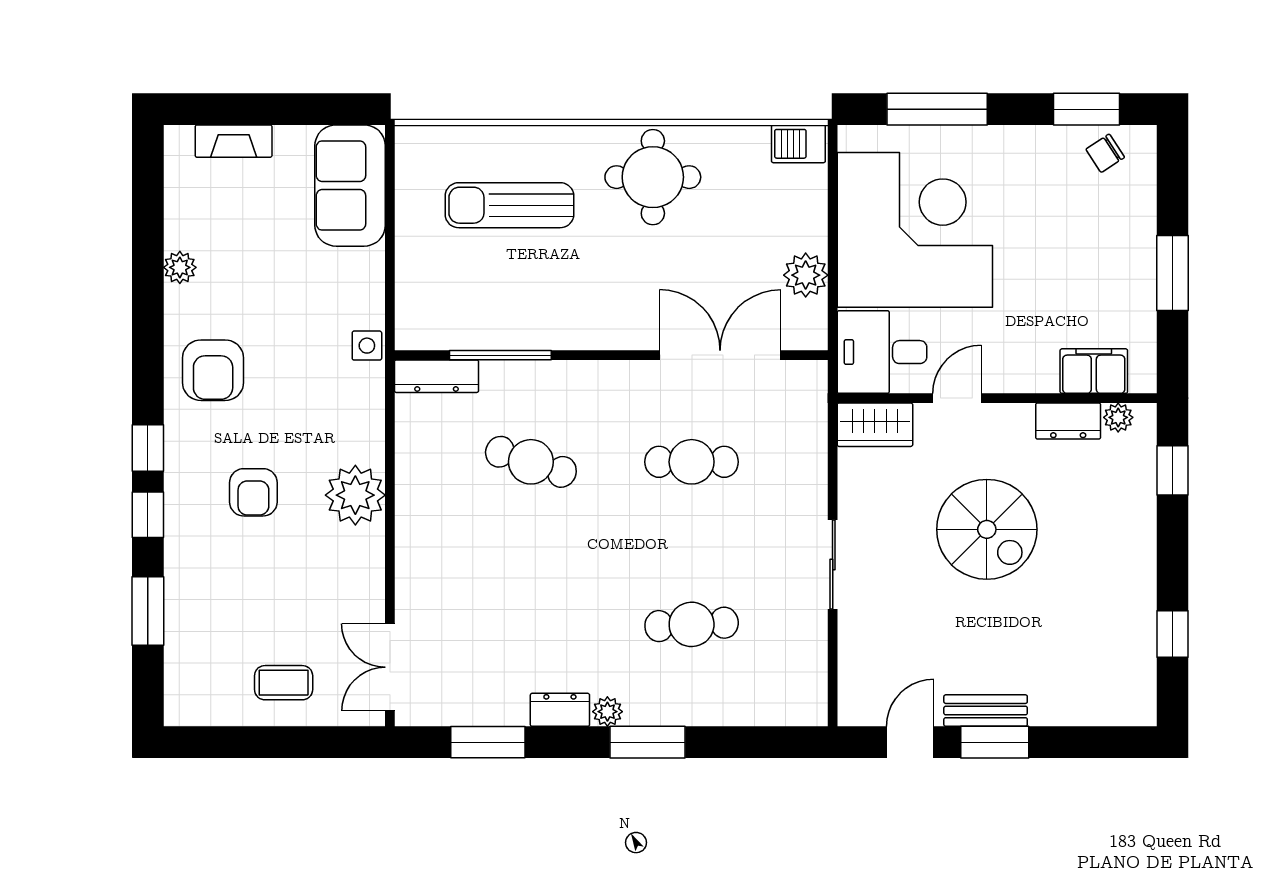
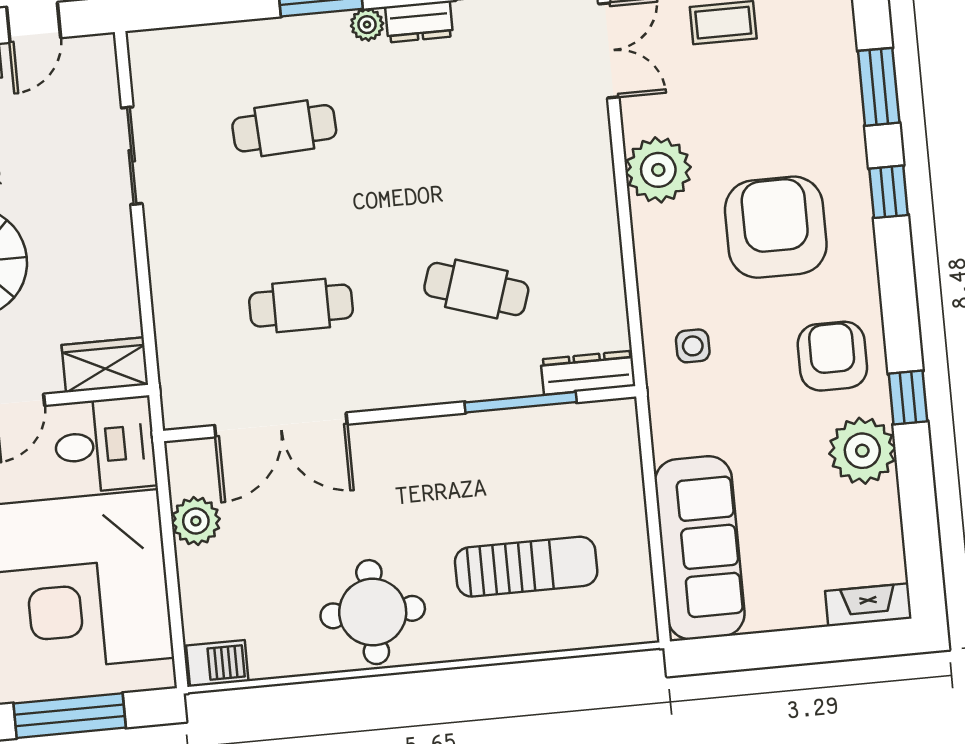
fireplace: (234, 141) -> (868, 605), moved
sofa: (350, 186) -> (700, 548), width x1.36
plant: (180, 267) -> (862, 451), width x1.88, depth x1.88
side table: (367, 346) -> (693, 346), moved
window: (148, 448) -> (908, 398), moved
armchair: (253, 492) -> (776, 227), width x1.88, depth x1.88
plant: (355, 495) -> (658, 170), moved
sliding door: (833, 564) -> (132, 156), moved

